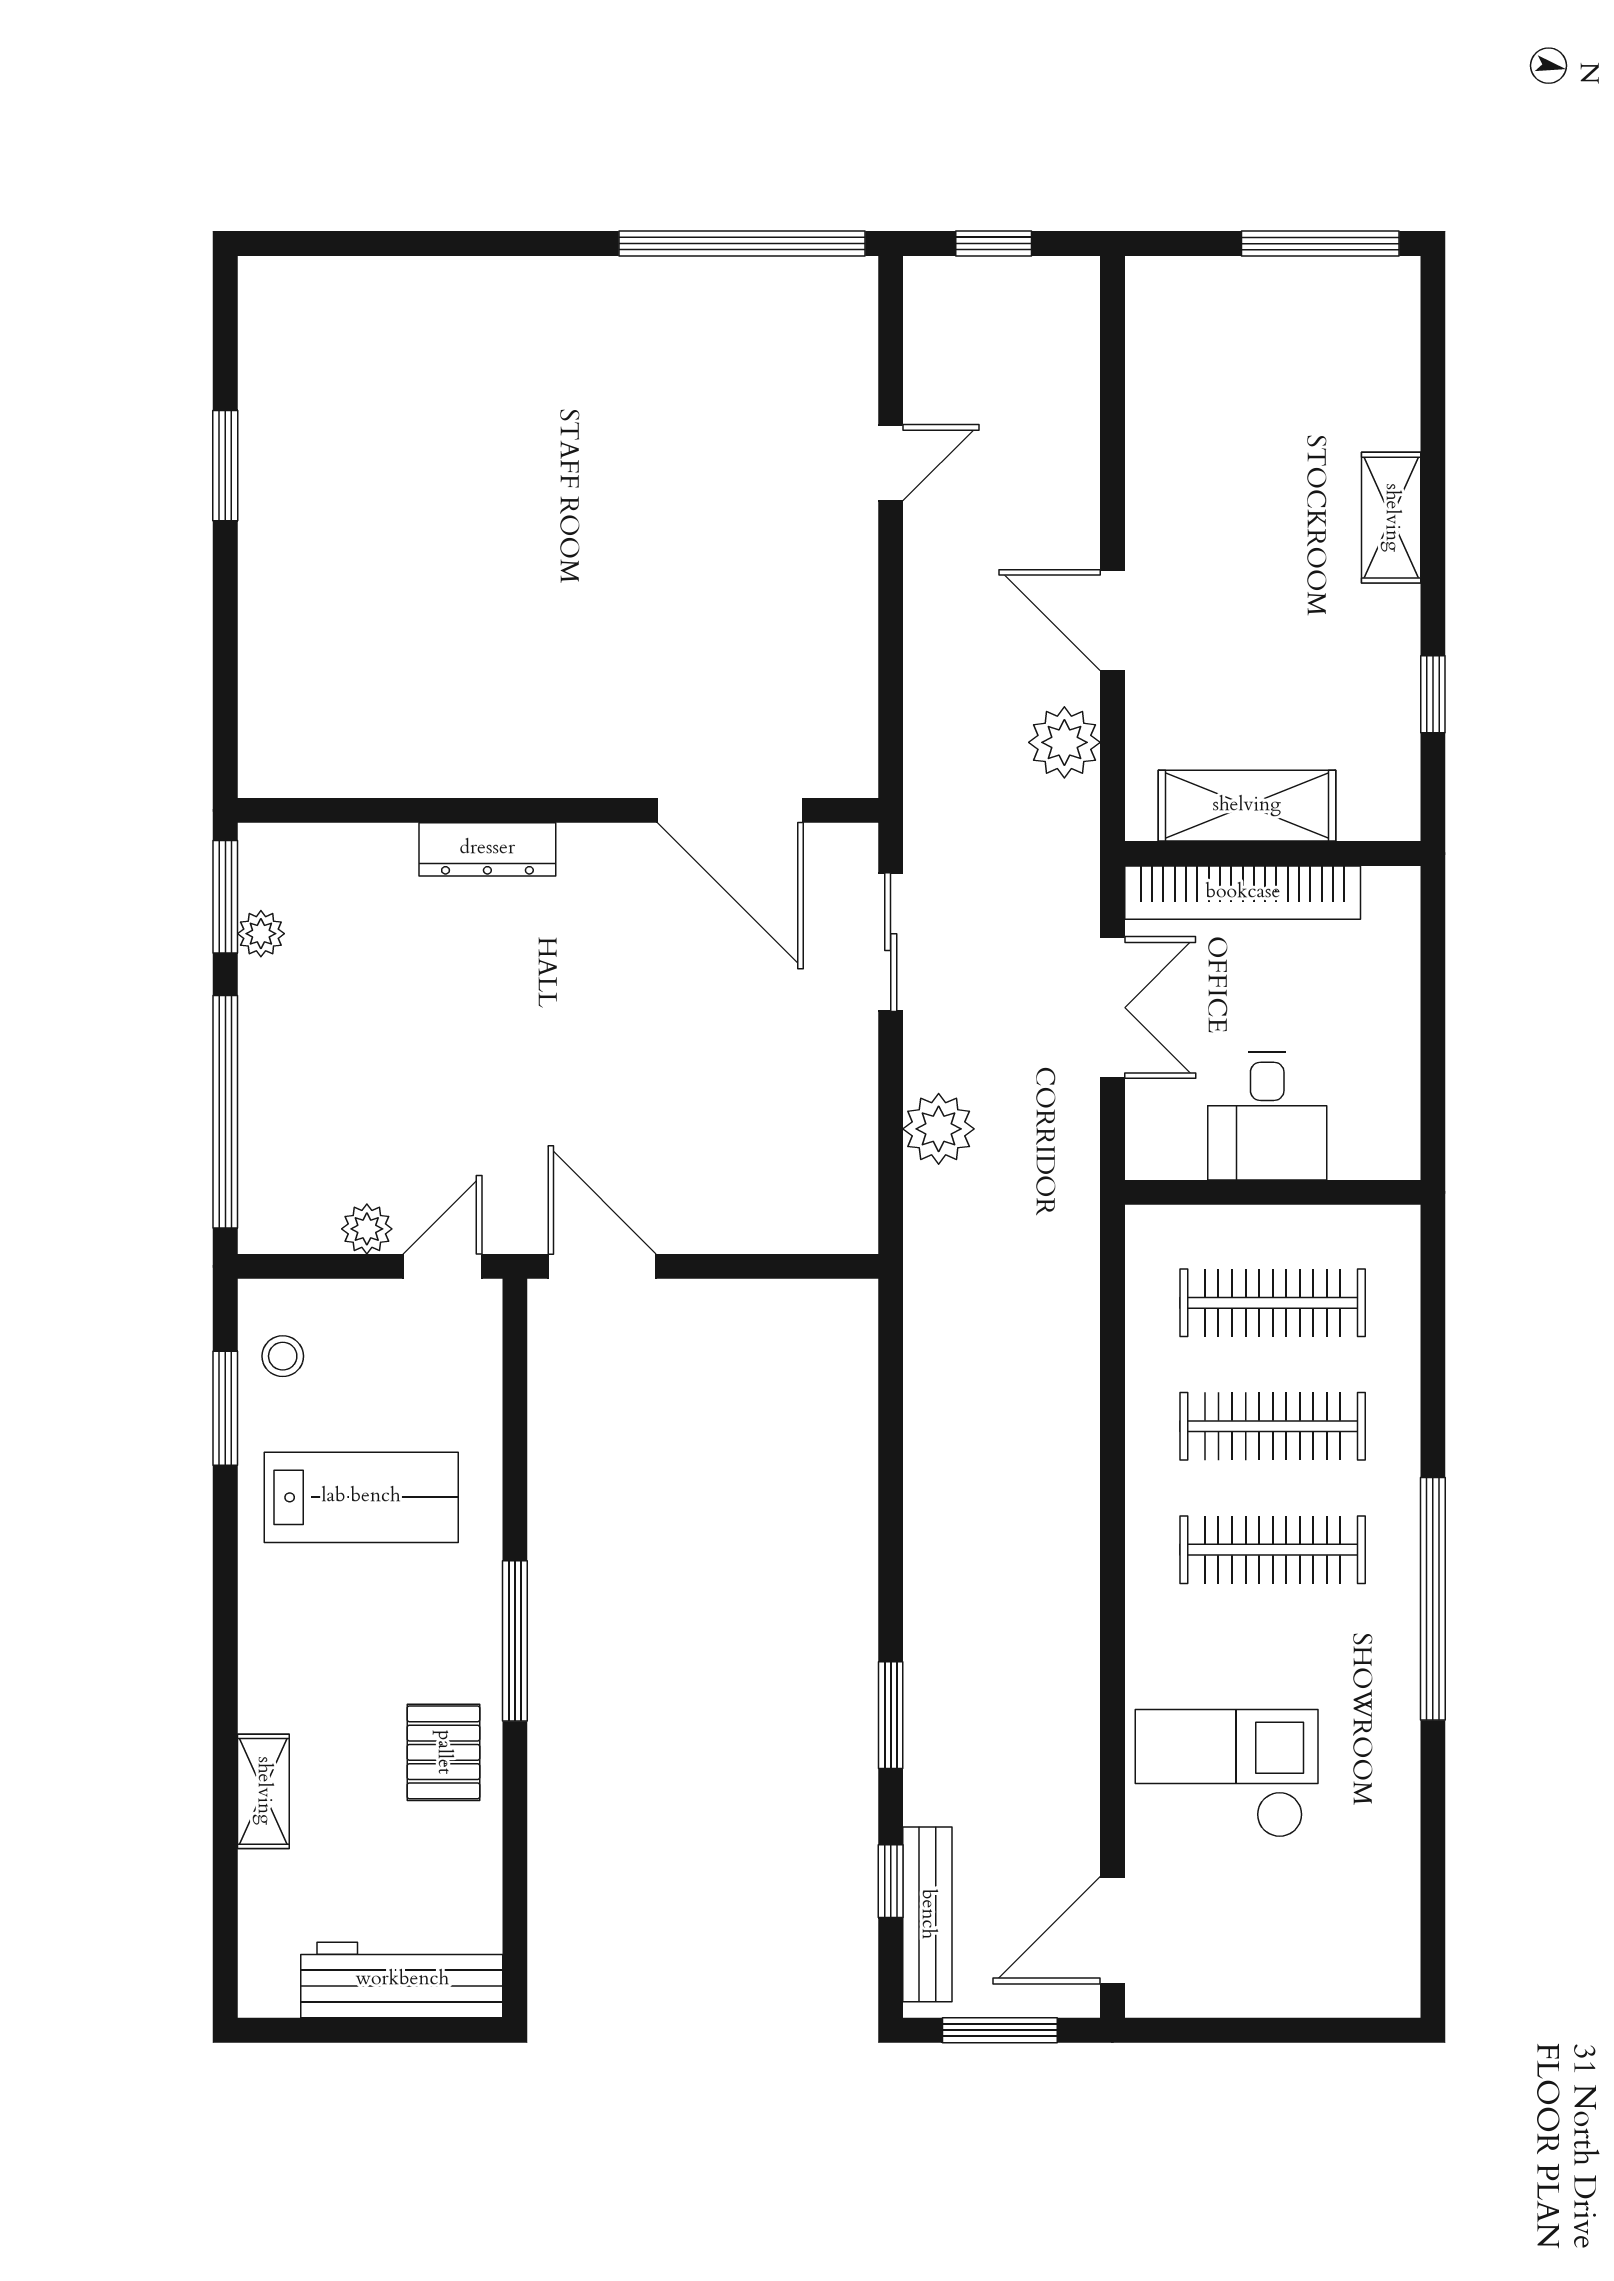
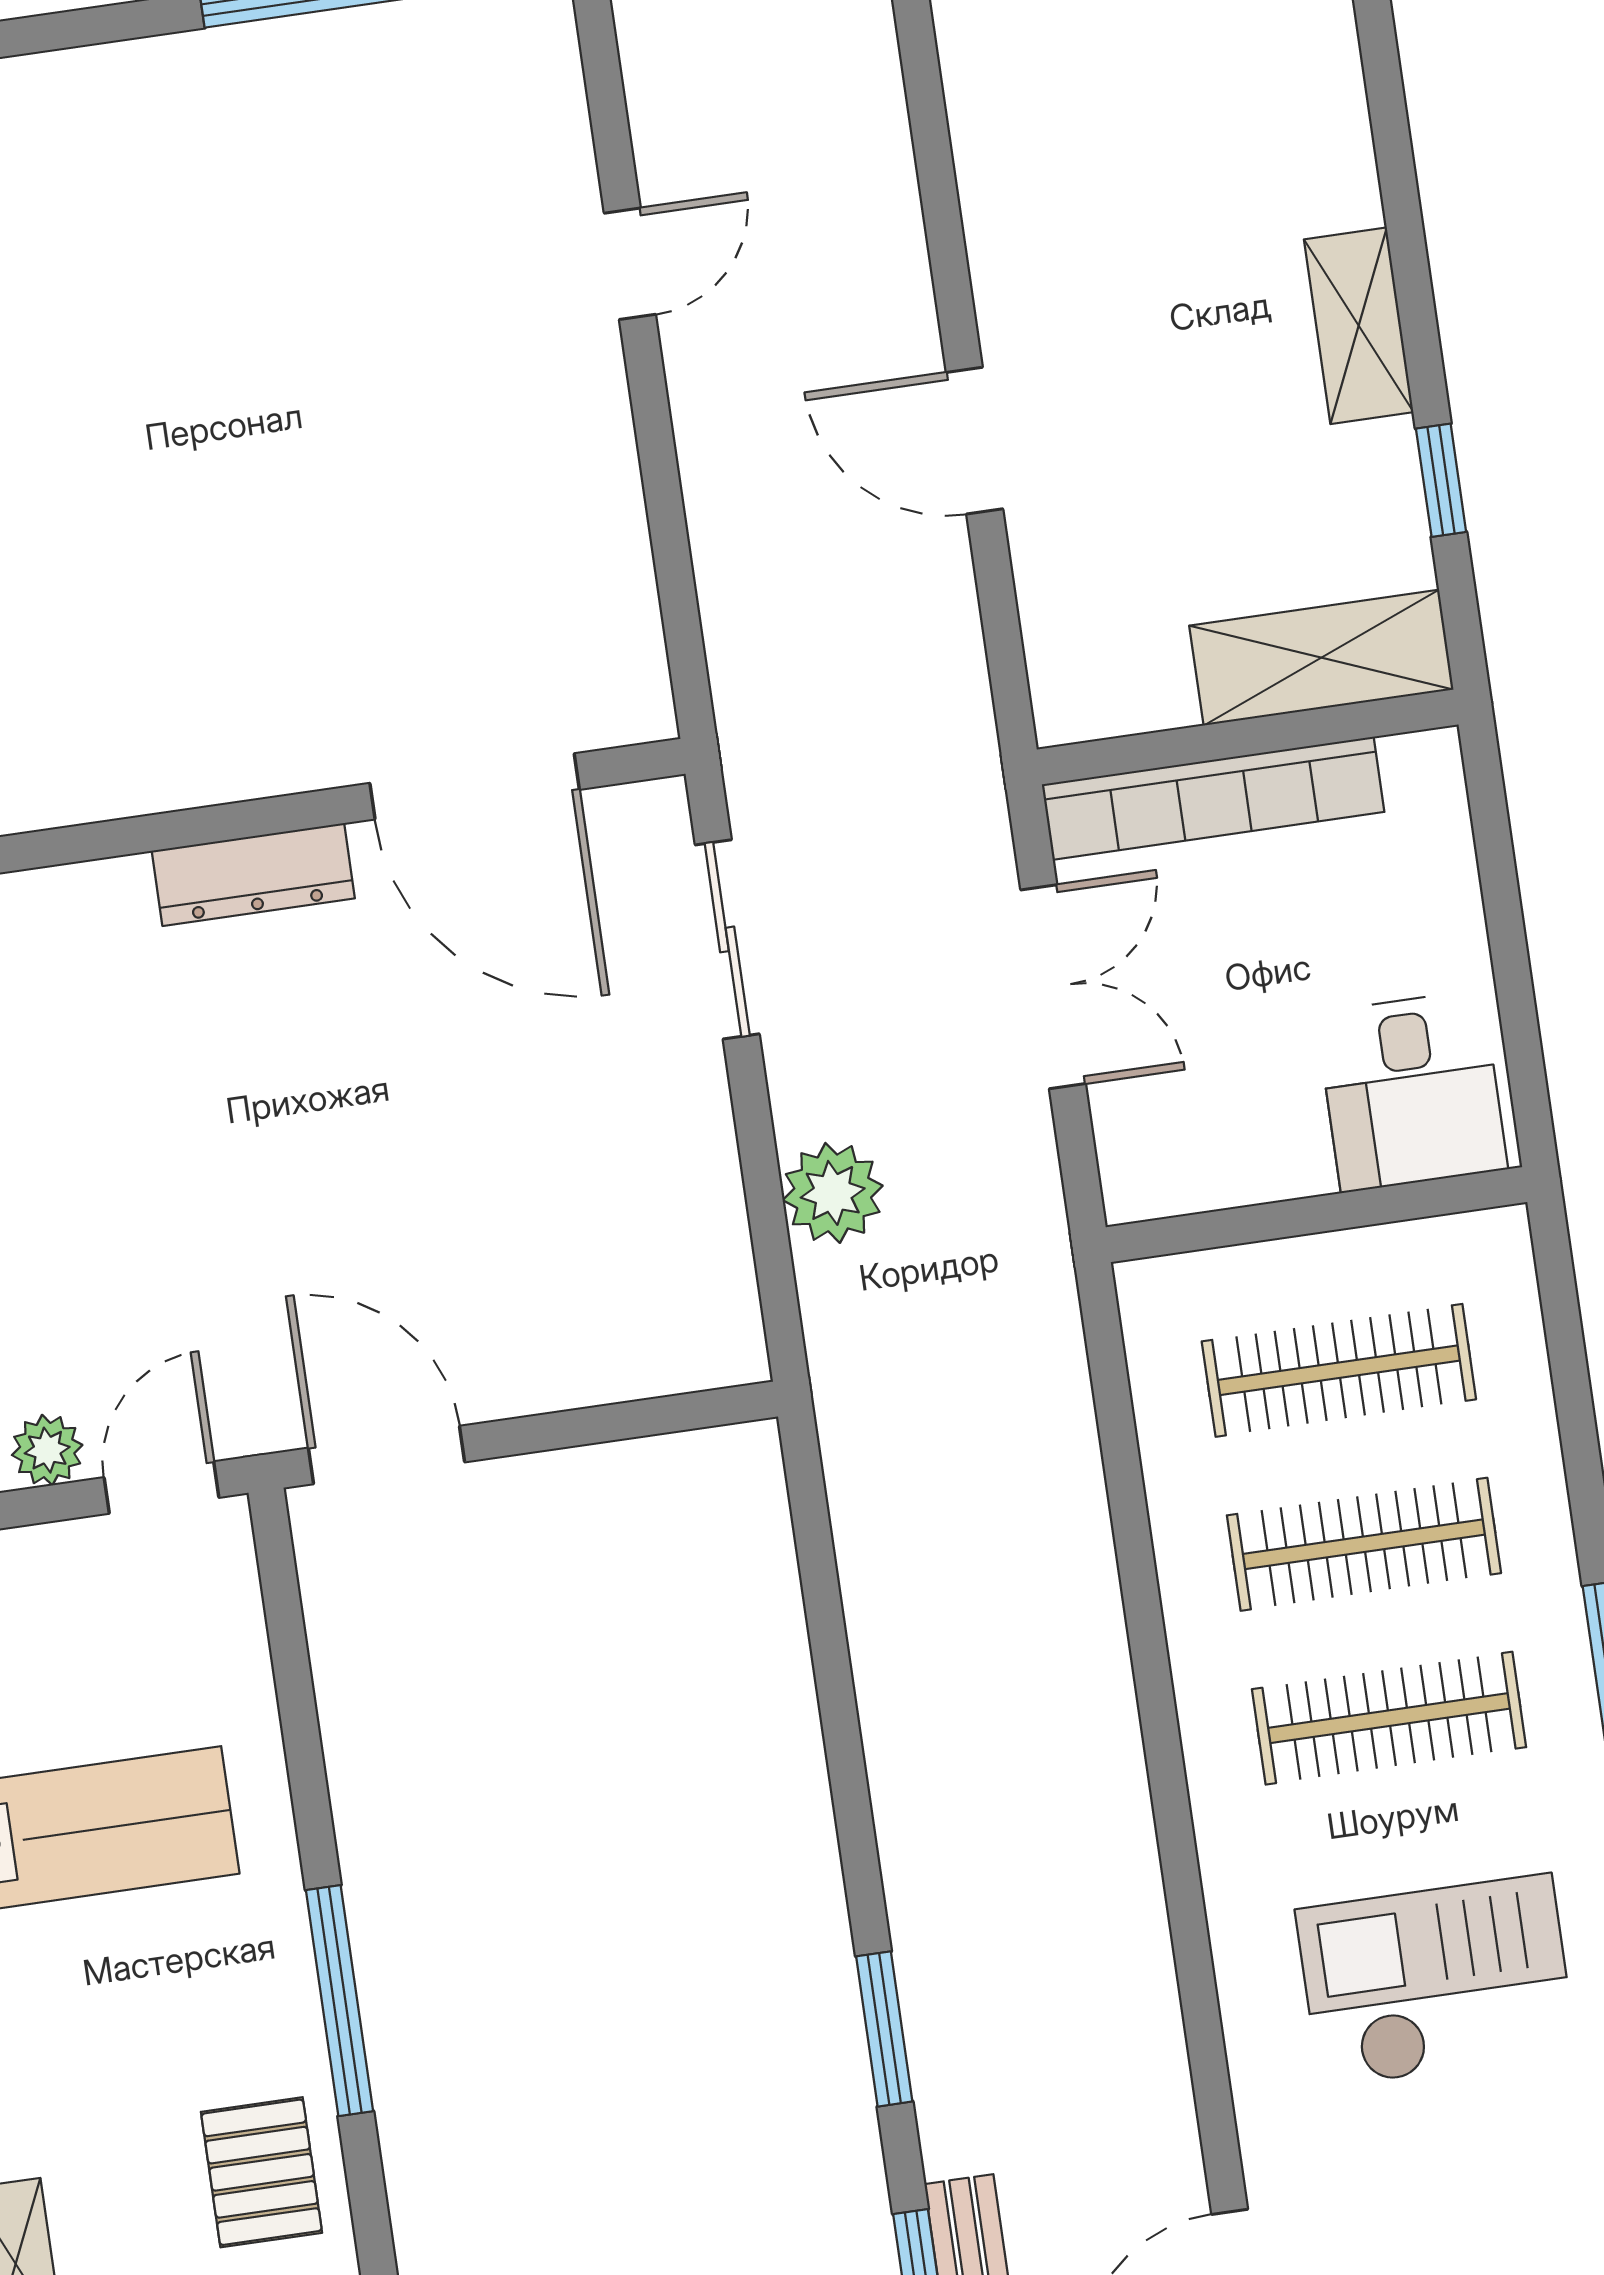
shelving: (1391, 518) -> (1359, 326), moved
plant: (1064, 742) -> (932, 623), removed
shelving: (1247, 806) -> (1321, 658), moved
dresser: (487, 849) -> (253, 874), moved
desk: (1267, 1116) -> (1412, 1091), moved
checkout: (1227, 1773) -> (1436, 1981), moved

